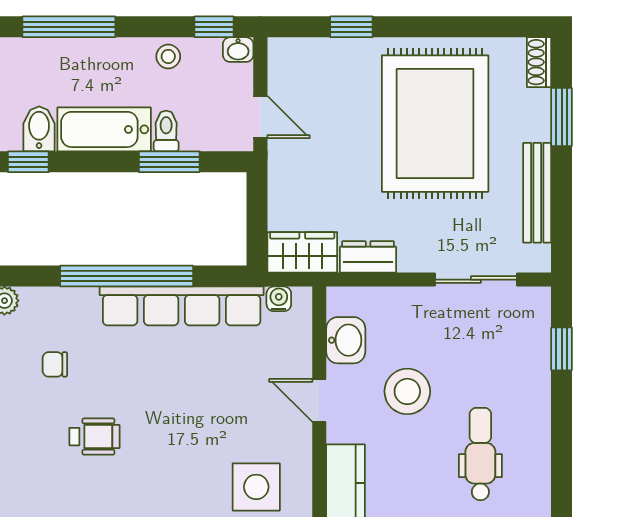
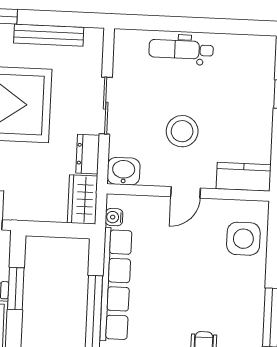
sliding door: (476, 280) -> (106, 106), moved
washbasin: (346, 340) -> (124, 171), moved
window: (562, 349) -> (158, 23), removed
dental chair: (480, 454) -> (181, 49), moved

